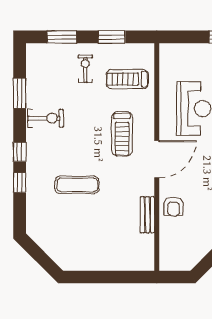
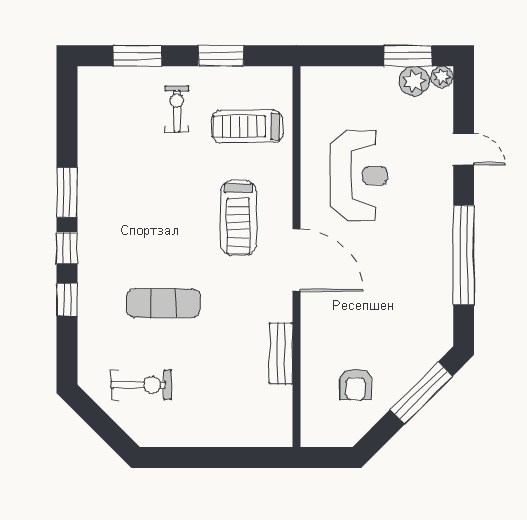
window: (20, 93) -> (67, 192), moved
exercise bike: (46, 118) -> (141, 385), moved
door: (157, 159) -> (296, 260), hinge flipped
armchair: (174, 206) -> (355, 384), moved

